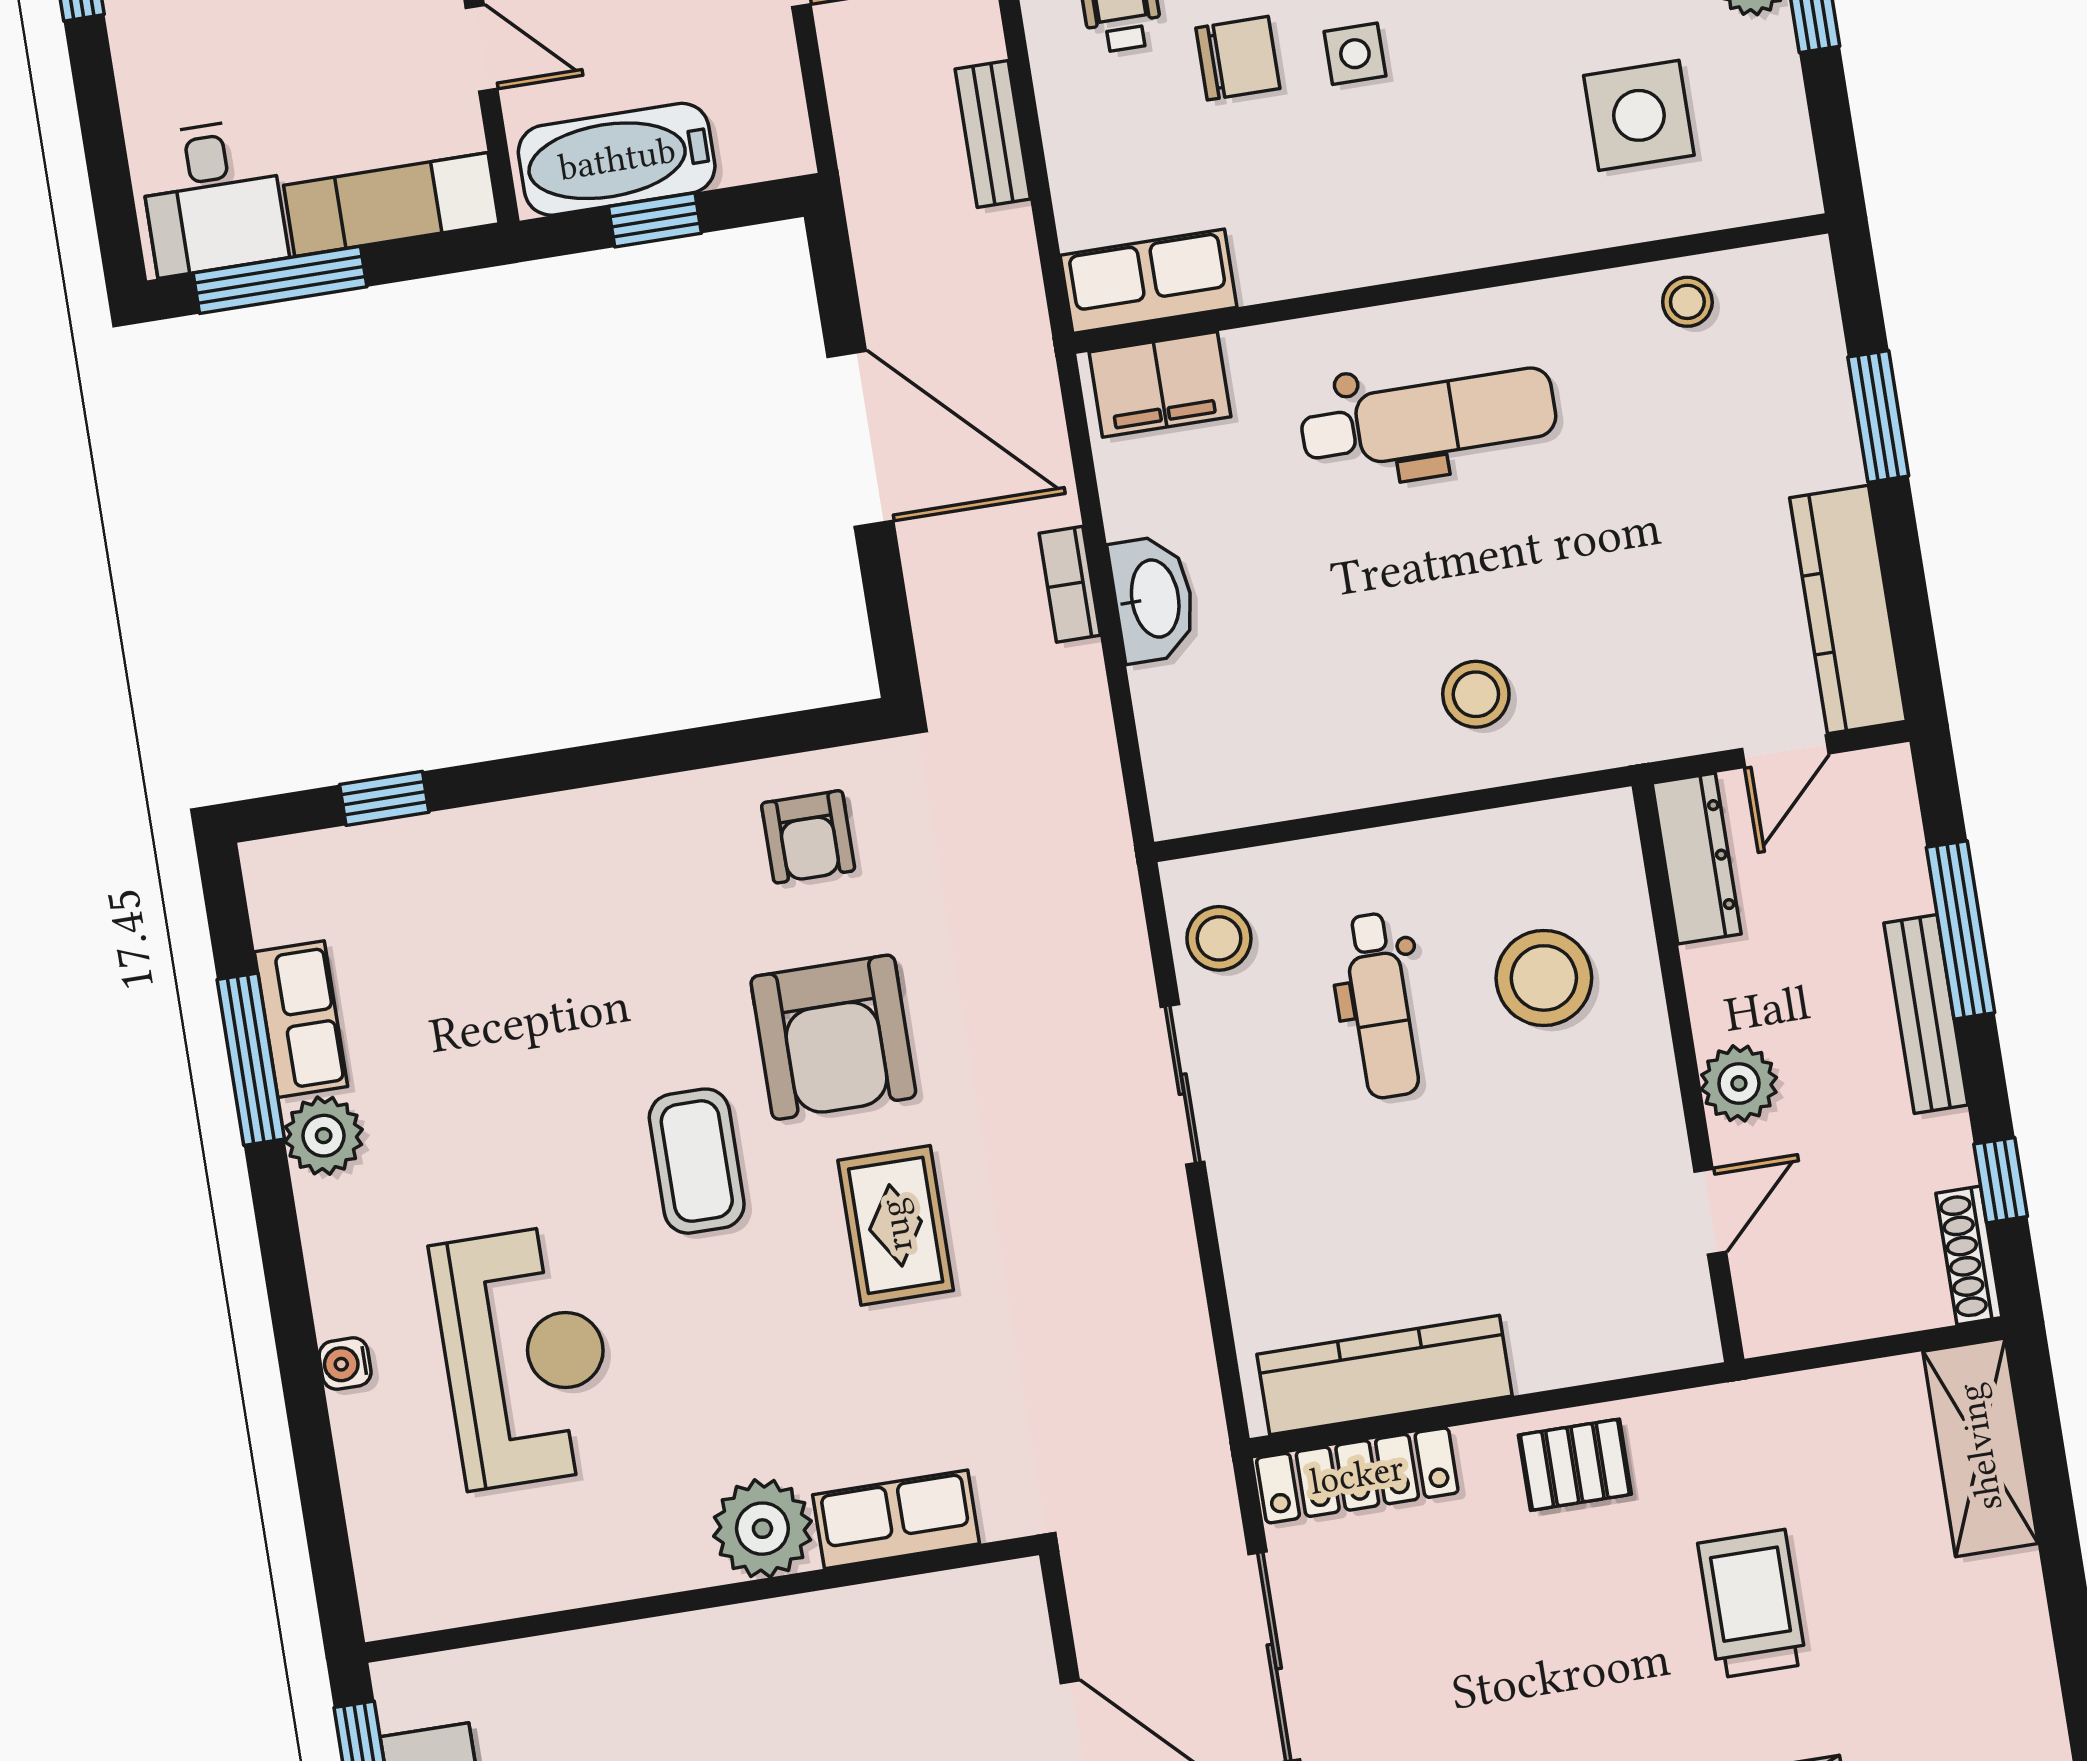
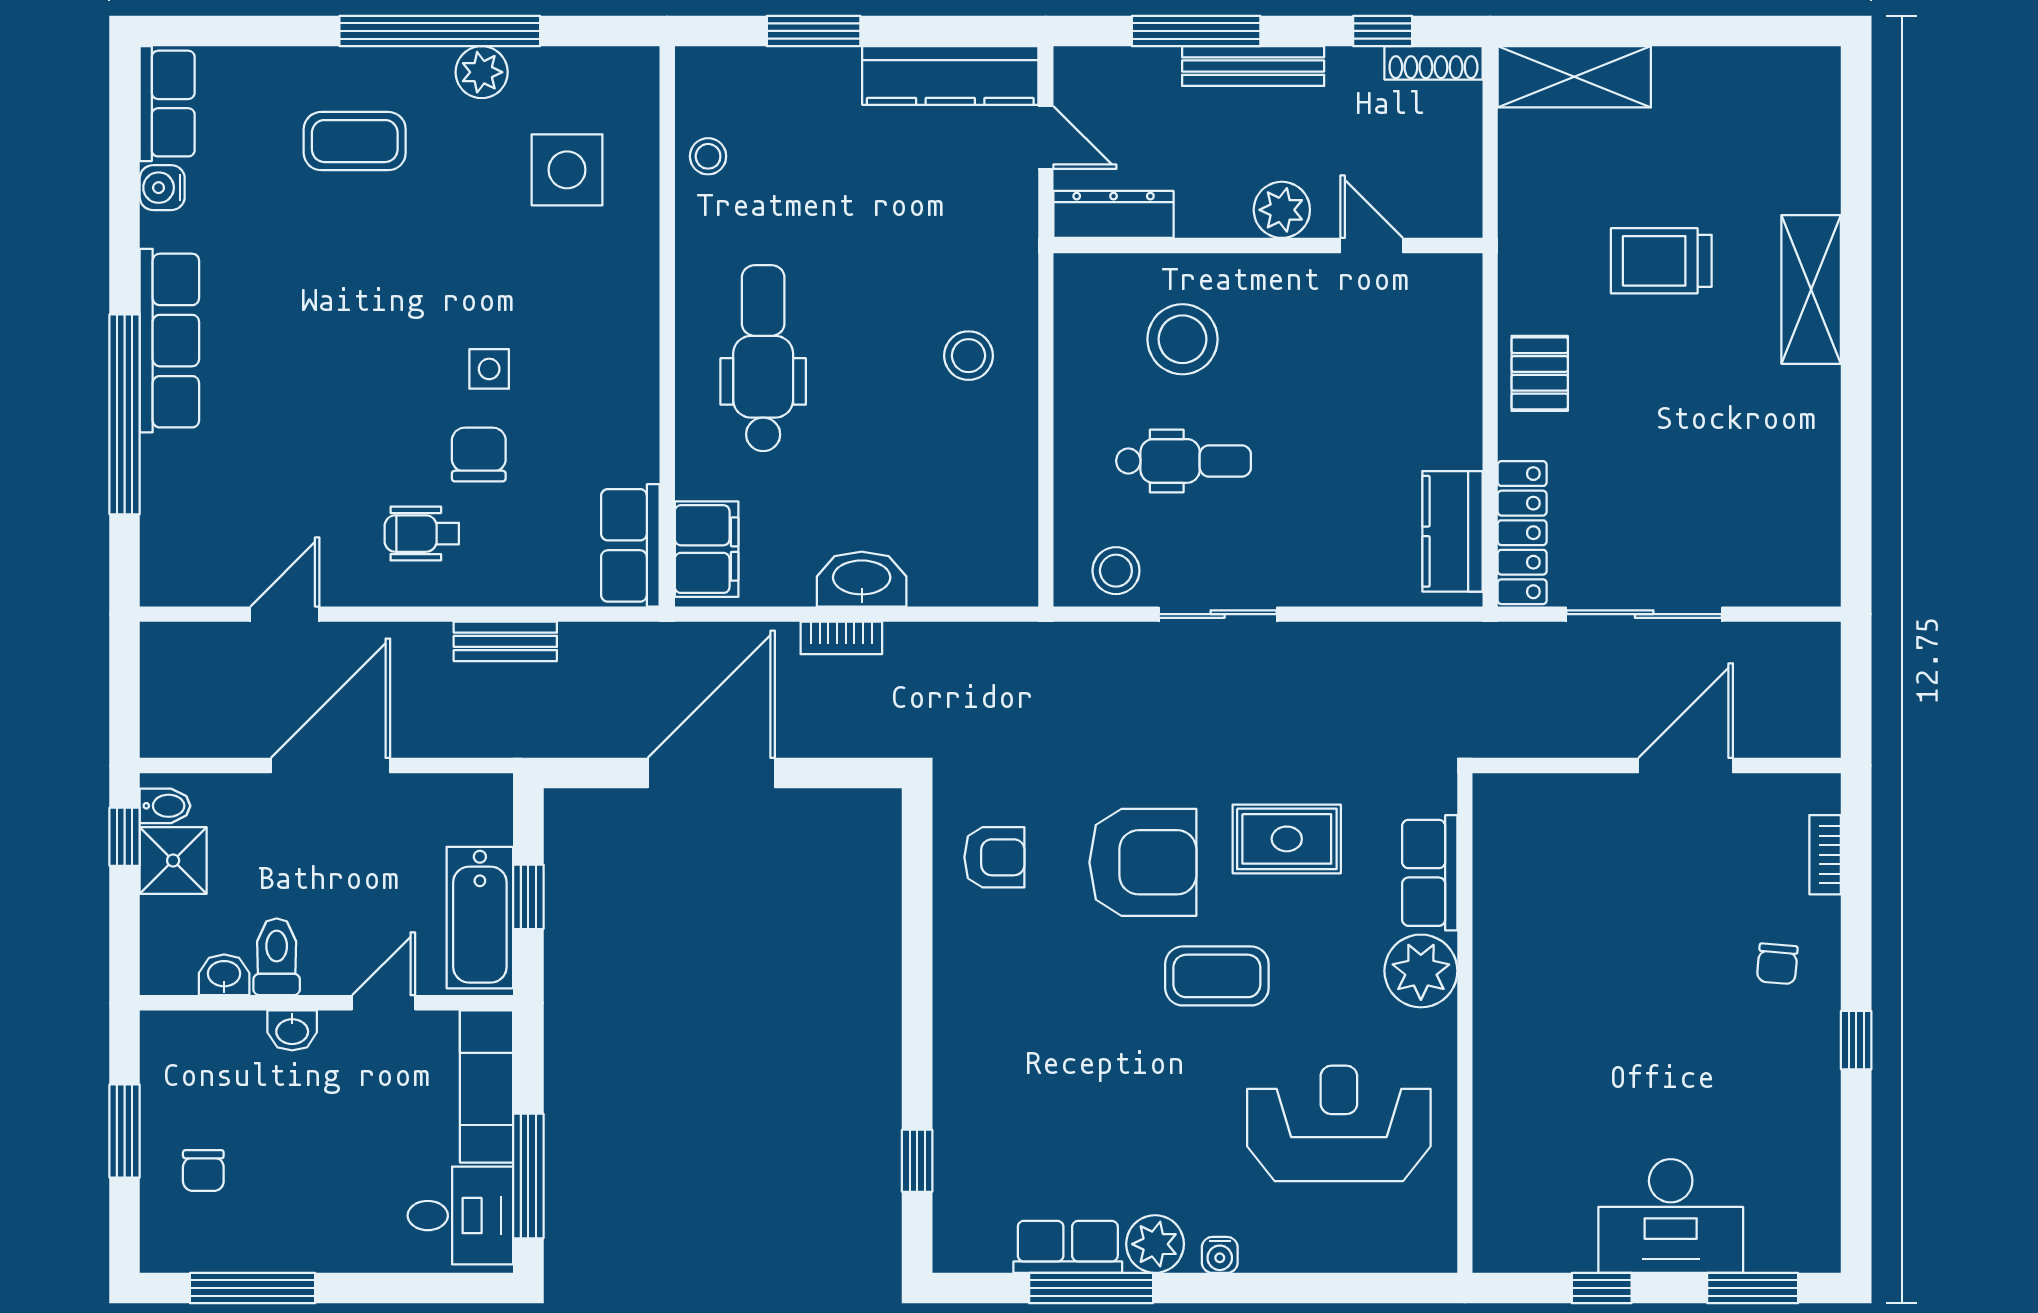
water cooler: (345, 1364) -> (1220, 1255), moved
kitchen counter: (1385, 1375) -> (1452, 531), width x0.67
row of seats: (896, 1519) -> (1430, 873), moved
plant: (762, 1529) -> (1421, 971), moved
wall: (702, 1599) -> (1465, 1023), moved

